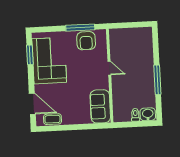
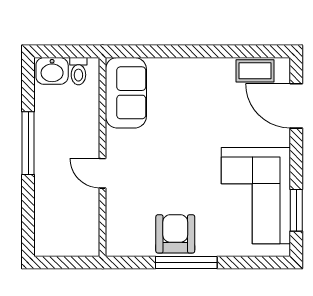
door: (109, 68) -> (103, 173), moved
wall: (110, 76) -> (103, 157), moved
sofa: (100, 106) -> (126, 93), moved

